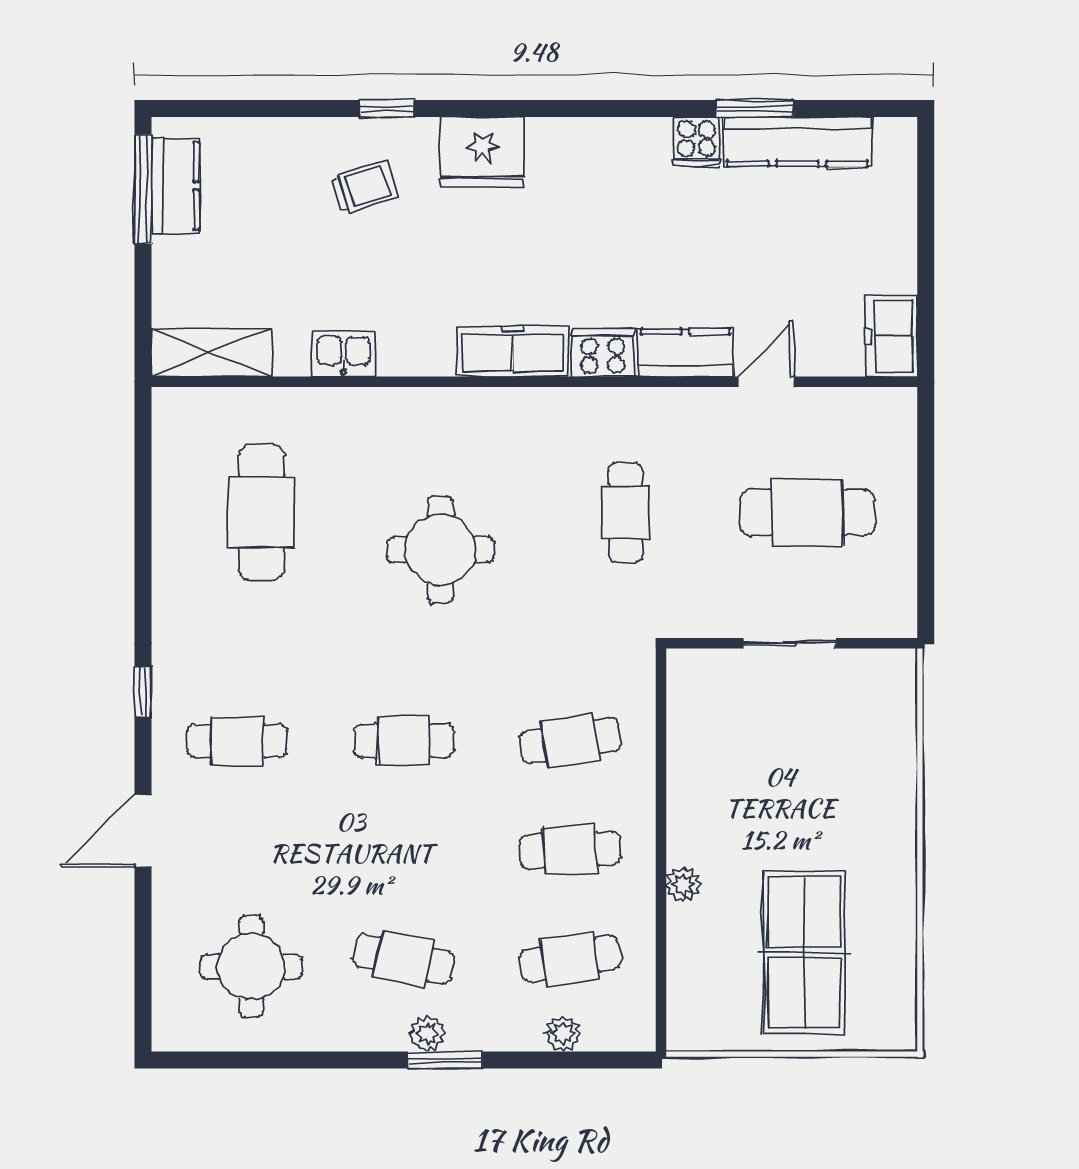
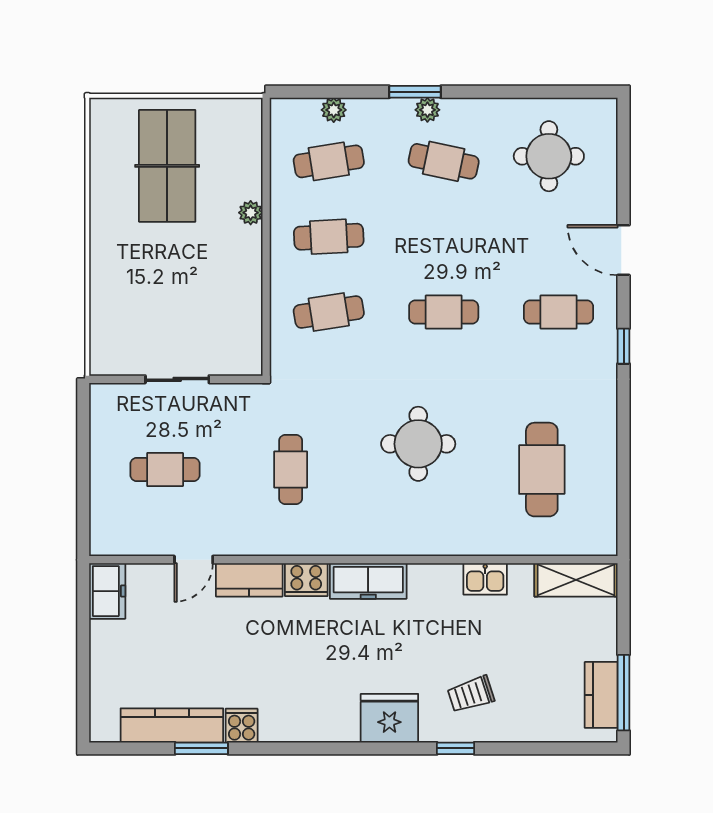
cafe table: (807, 513) -> (165, 470), width x0.73, depth x0.74
door: (143, 831) -> (624, 250), swing flipped

